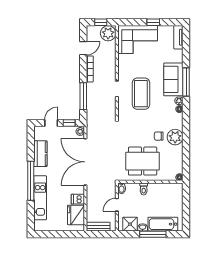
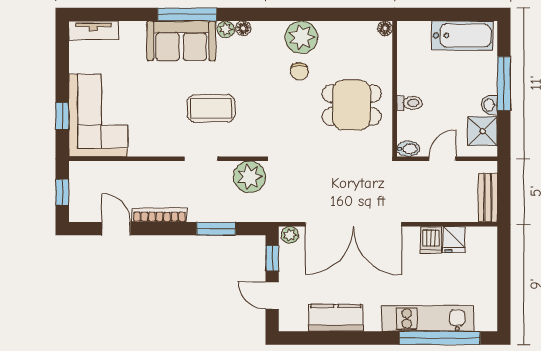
window: (153, 22) -> (62, 116), moved
plant: (108, 33) -> (249, 177), moved
coffee table: (141, 94) -> (211, 108), width x0.73, depth x0.76
window: (83, 96) -> (216, 229), width x0.69
dining table: (143, 161) -> (352, 105), width x0.73
window: (31, 181) -> (440, 338), moved
door: (117, 205) -> (442, 159), swing flipped
fridge: (76, 215) -> (454, 239), width x0.53, depth x0.75
bathtub: (163, 224) -> (462, 35), moved, turned -90

